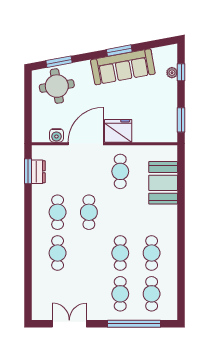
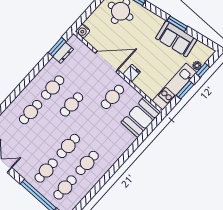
sofa: (123, 67) -> (176, 39), width x0.73
kitchen unit: (169, 111) -> (174, 87), added
window: (181, 120) -> (185, 90), moved
fridge: (118, 131) -> (132, 73), width x0.53, depth x0.75
water cooler: (56, 135) -> (83, 31), moved
booth: (163, 183) -> (141, 117), moved

